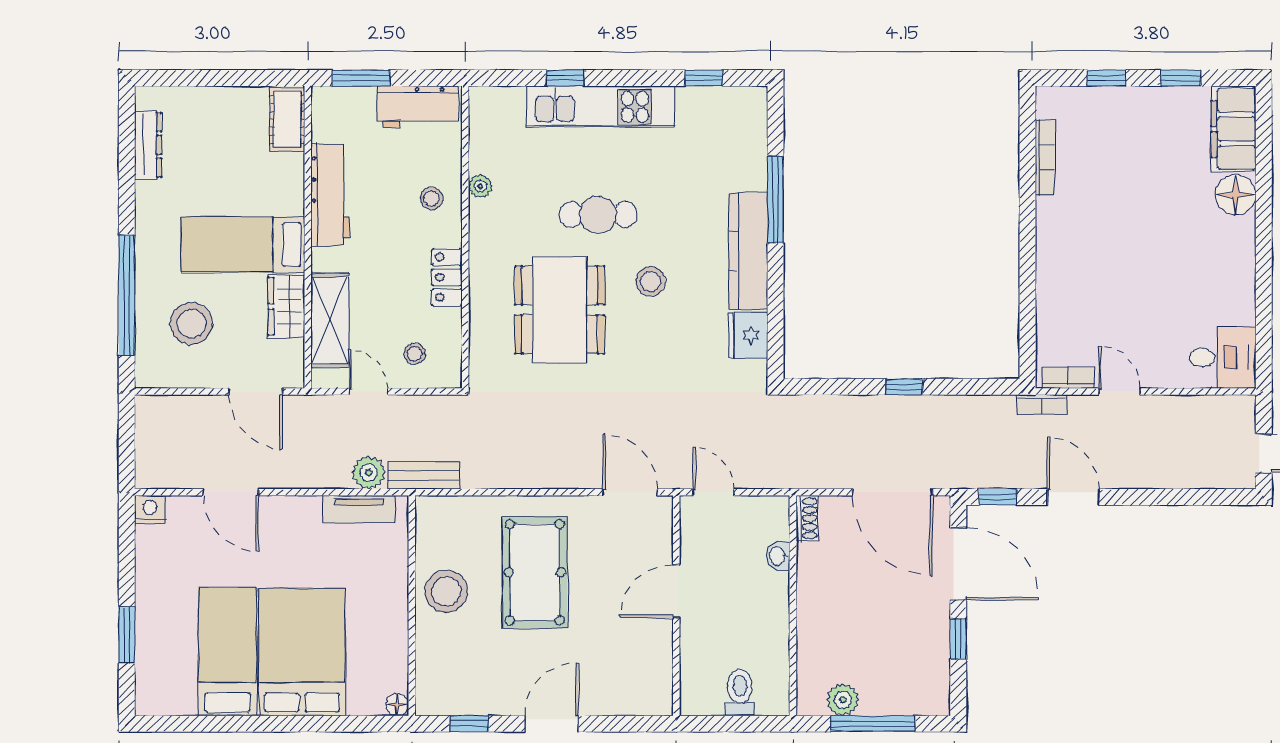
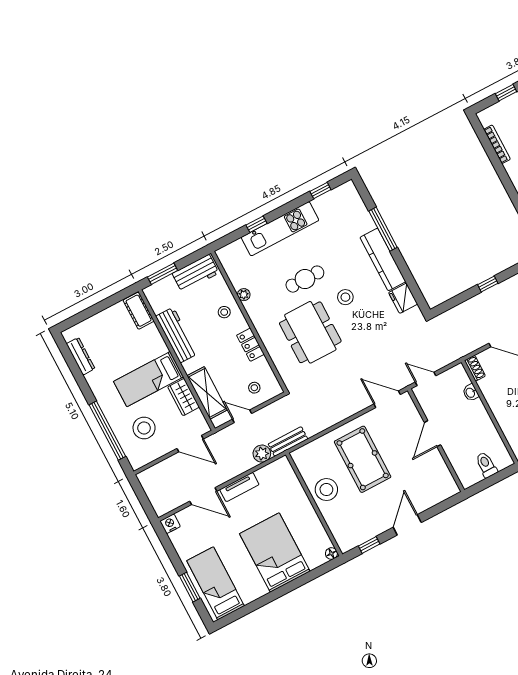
tv unit: (359, 509) -> (239, 487), moved
bed: (227, 651) -> (216, 583), moved

